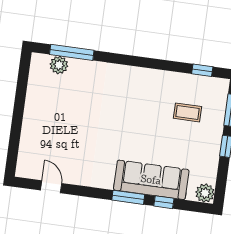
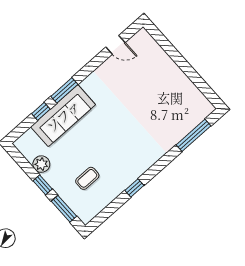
plant: (59, 65) -> (192, 120), removed
window: (202, 70) -> (134, 188), moved
plant: (205, 193) -> (41, 164), moved

